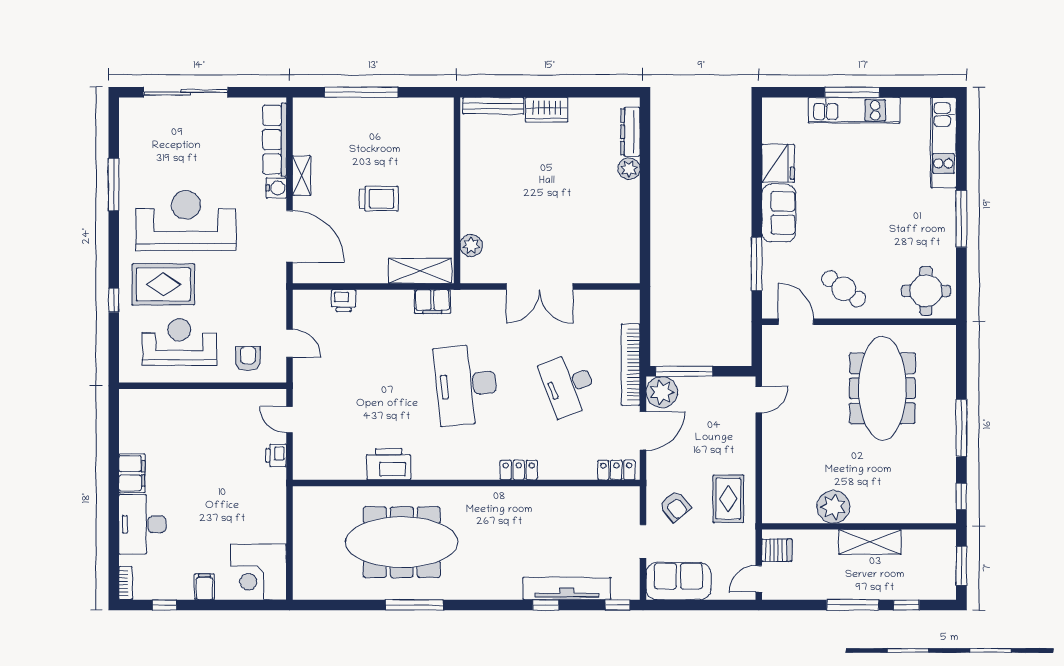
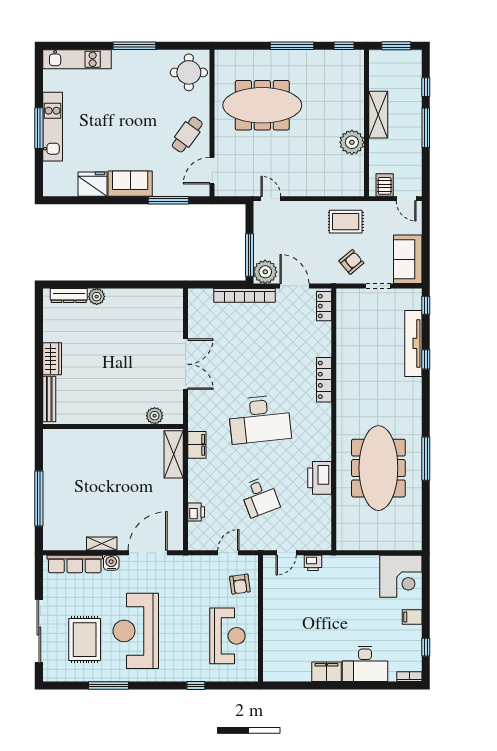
trolley: (379, 199) -> (119, 485), removed
rug: (163, 284) -> (85, 640), moved
reception desk: (179, 342) -> (227, 636), turned 180
armchair: (248, 359) -> (240, 584), turned -98
desk: (569, 385) -> (260, 497), moved, width x0.73
locker: (519, 470) -> (324, 380), width x1.53

